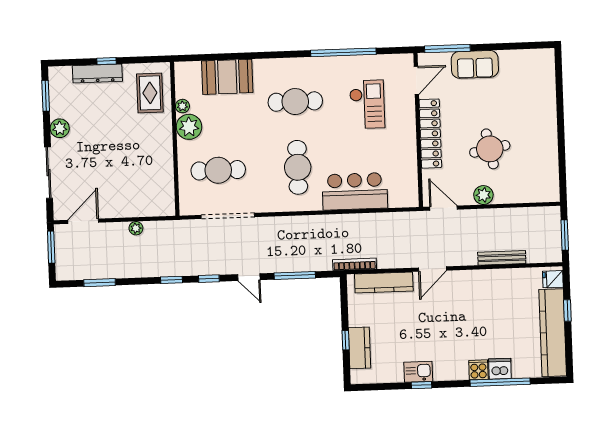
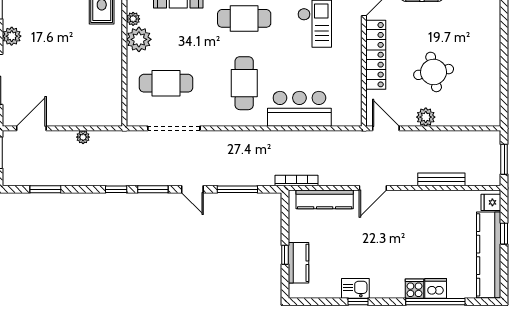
window: (209, 279) -> (153, 189), width x1.50

